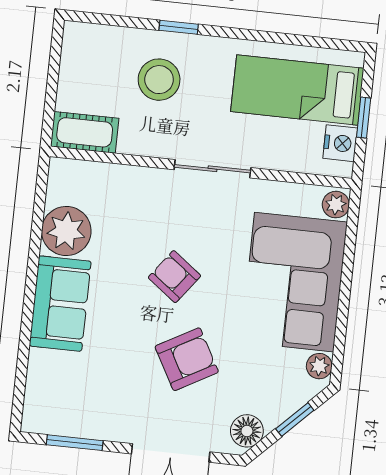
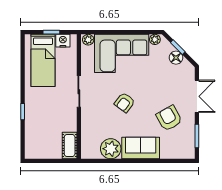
stool: (159, 80) -> (45, 117), removed
armchair: (187, 359) -> (169, 118), moved
floor lamp: (247, 431) -> (176, 58), moved

